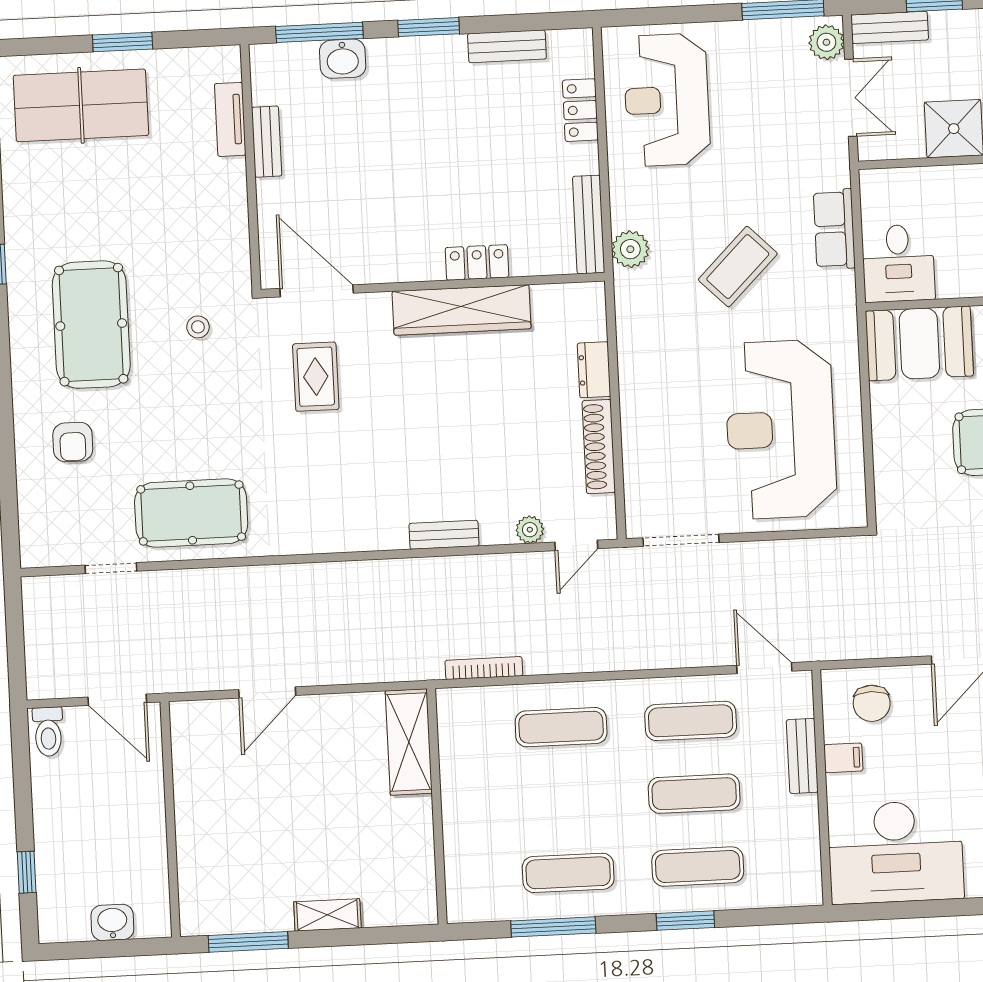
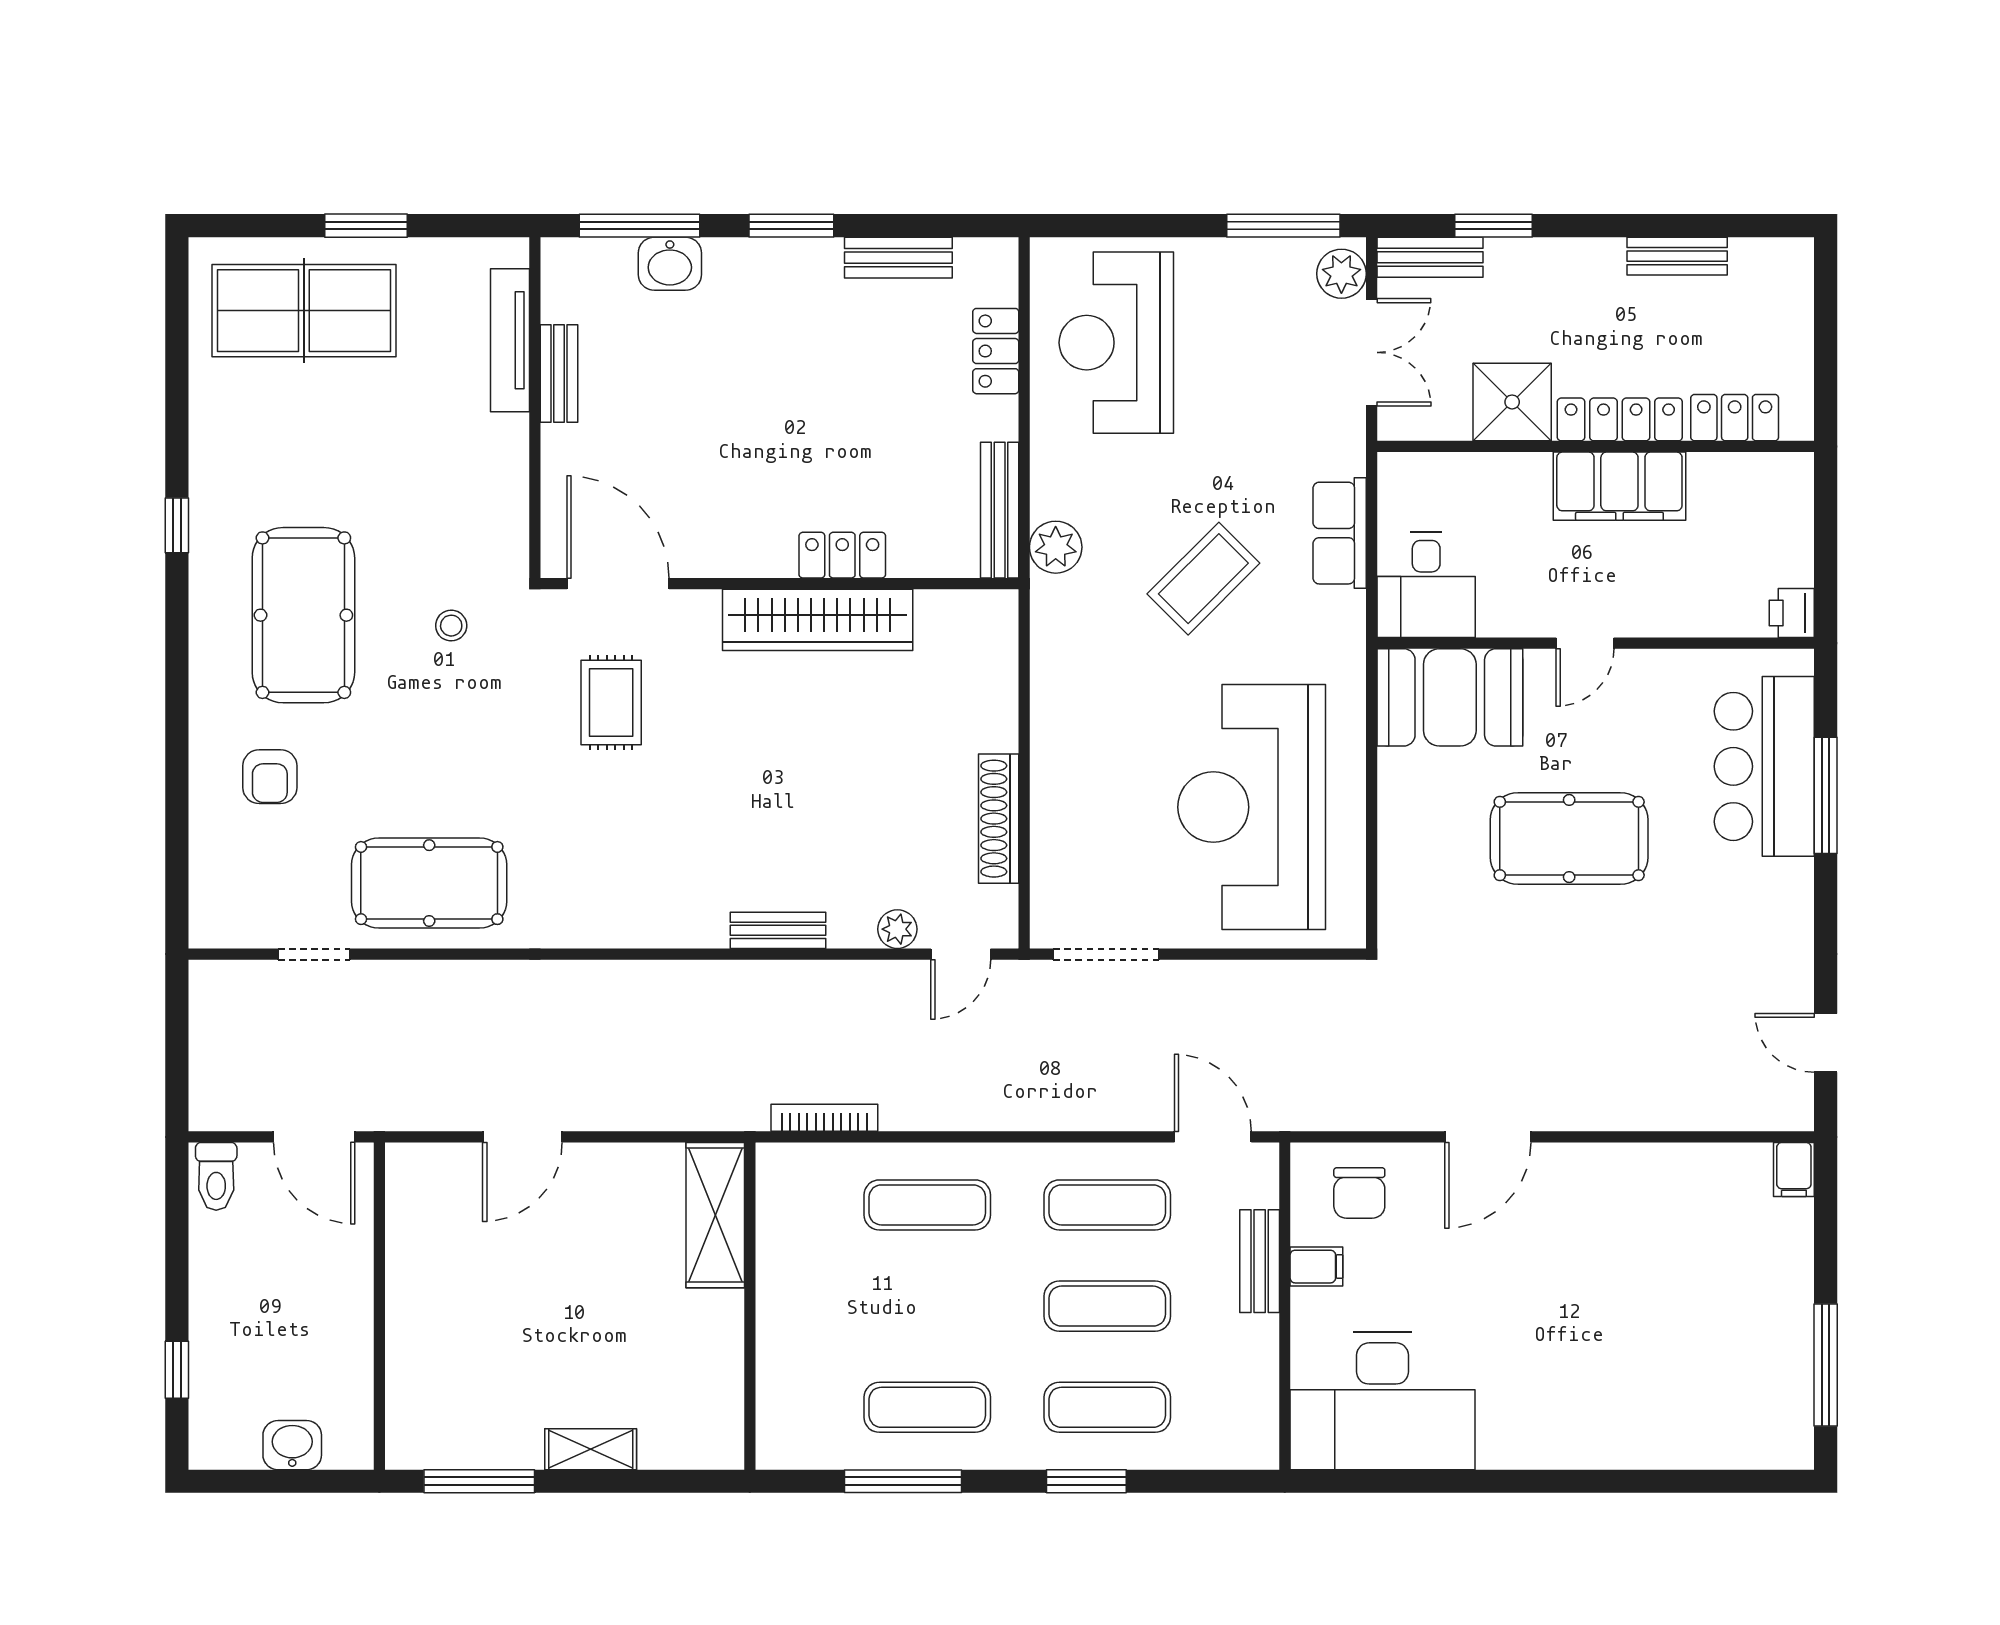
tv unit: (230, 119) -> (510, 340), width x1.41
dresser: (594, 370) -> (997, 712), removed

